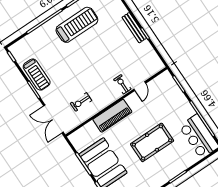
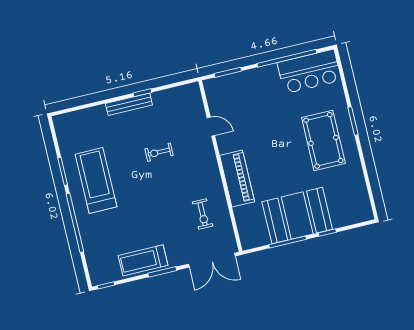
treadmill: (37, 75) -> (143, 260), turned 180
exercise bike: (122, 84) -> (159, 152), moved
pool table: (152, 142) -> (323, 140), moved

